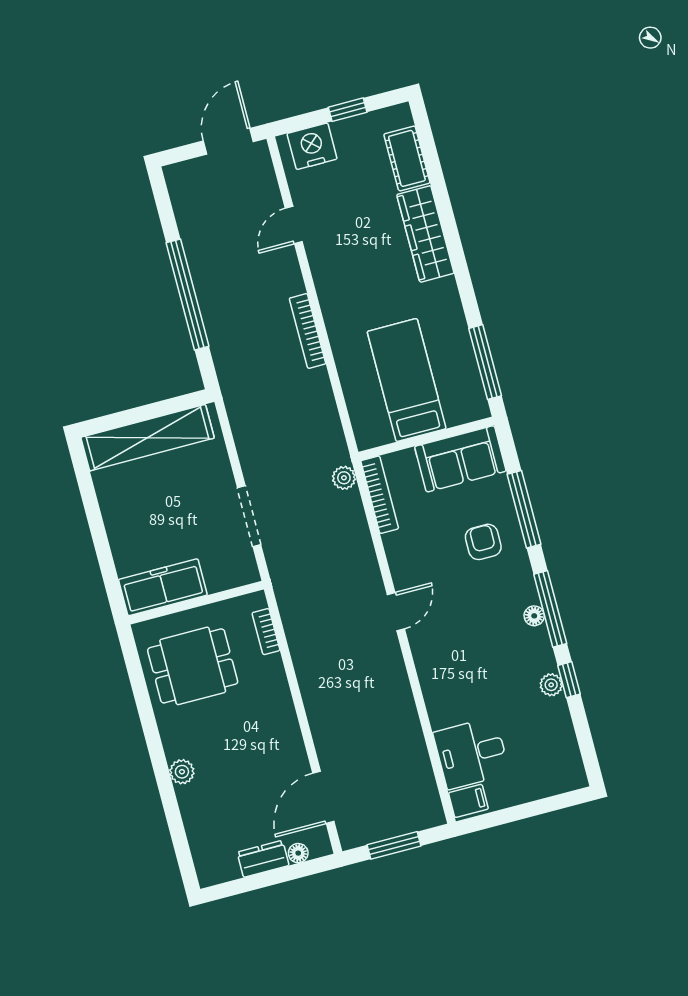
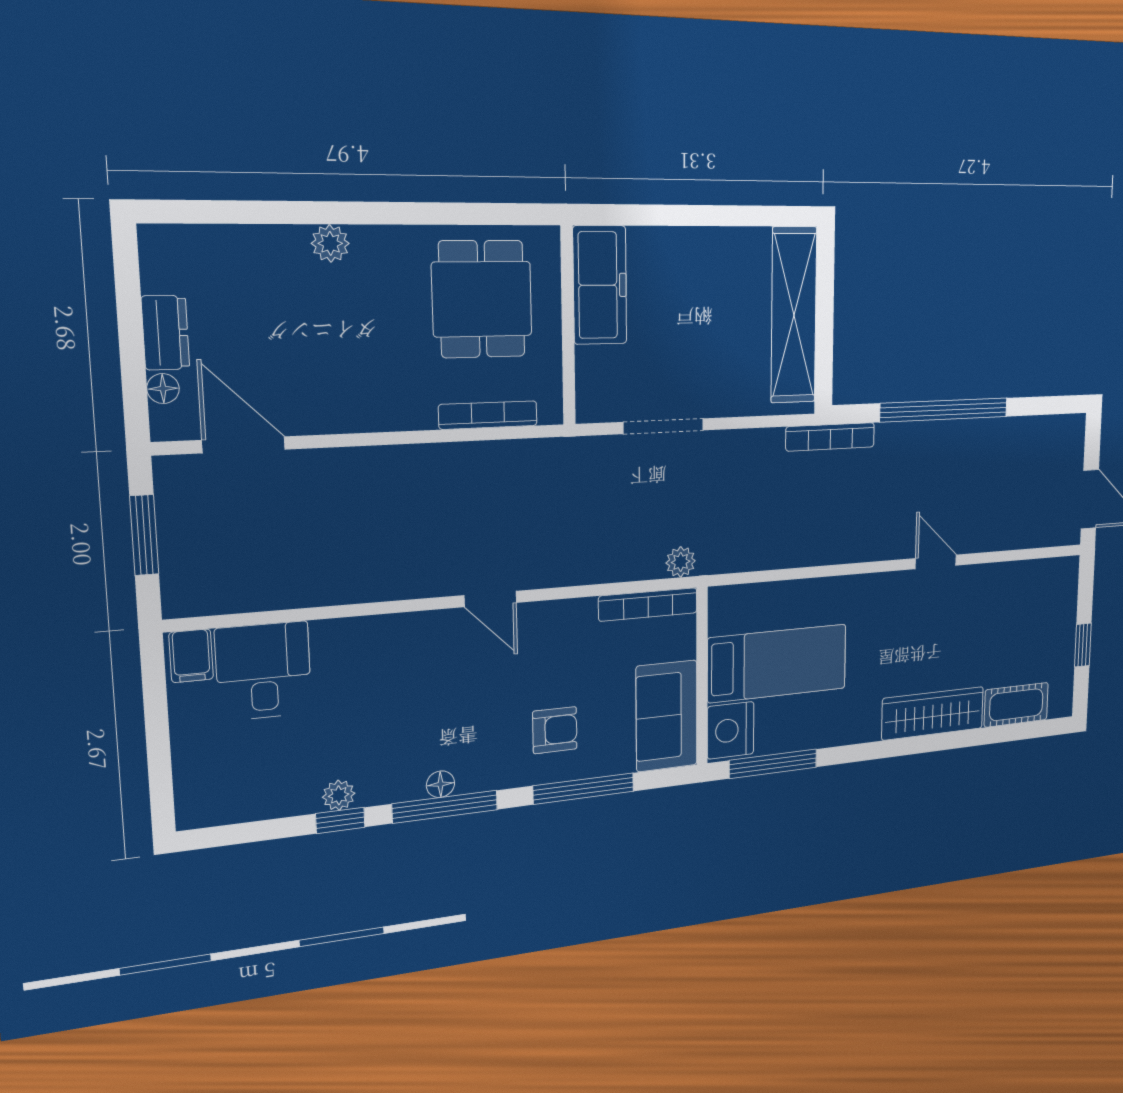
nightstand: (312, 146) -> (731, 730), moved, turned 180
door: (294, 225) -> (936, 562), moved
bookcase: (308, 331) -> (830, 437), moved, turned 180
bookcase: (266, 632) -> (488, 415), width x1.56

